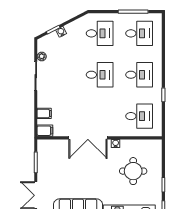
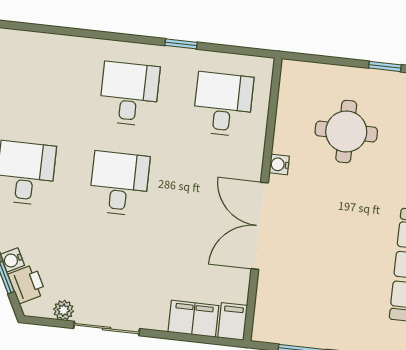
desk: (139, 33) -> (35, 84), removed
printer: (51, 39) -> (27, 284), added
filing cabinet: (44, 113) -> (193, 319), width x2.00
double door: (88, 138) -> (260, 226), swing flipped

